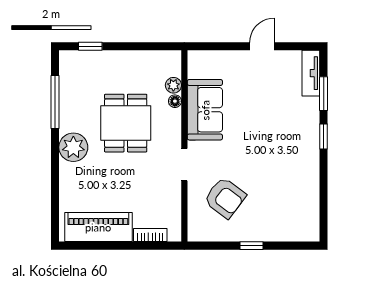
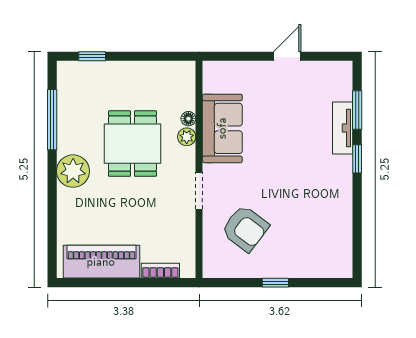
tv unit: (311, 73) -> (343, 128), moved
plant: (173, 85) -> (187, 137), moved

